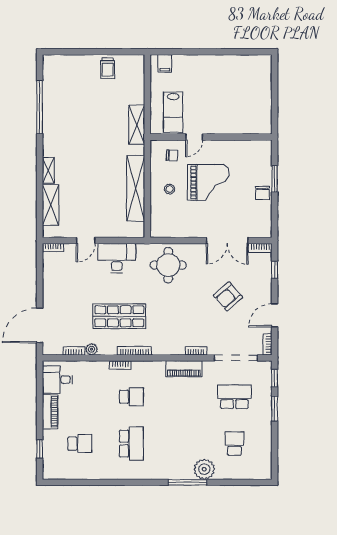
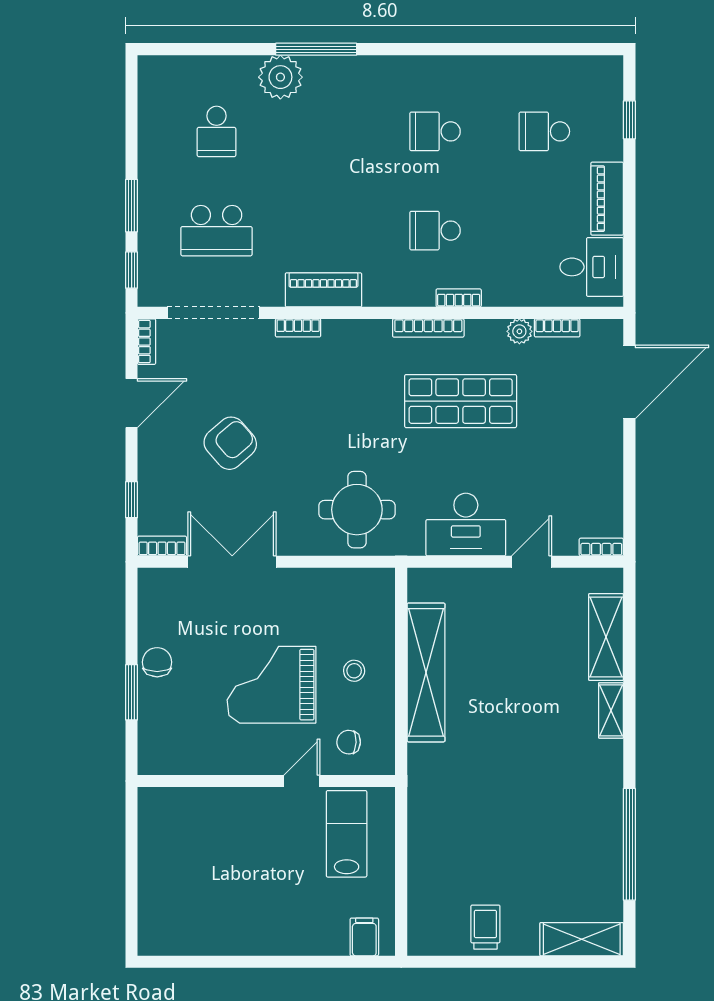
shelving: (137, 125) -> (582, 939), moved, turned 90
school desk: (131, 444) -> (435, 131), width x0.54

